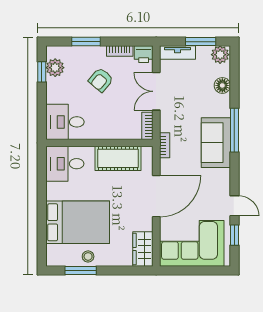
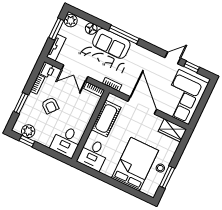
sofa: (216, 143) -> (111, 43), moved

